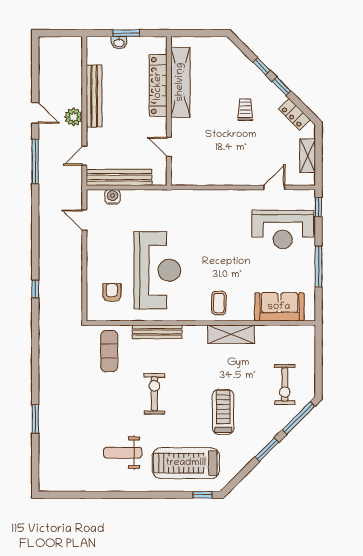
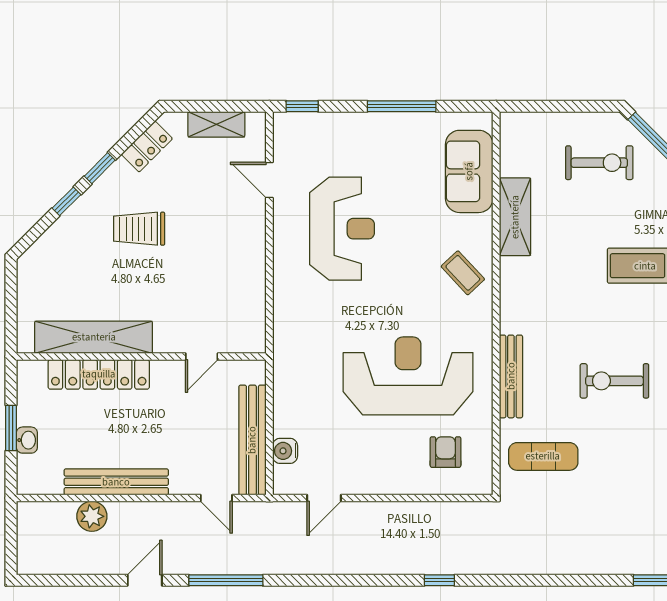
trolley: (245, 110) -> (139, 229), width x1.36, depth x1.39
plant: (73, 117) -> (92, 516), moved
reception desk: (283, 229) -> (342, 229), moved
armchair: (112, 293) -> (446, 452), turned 90
coffee table: (219, 303) -> (463, 273), turned 47
shelving: (231, 334) -> (515, 217), moved

